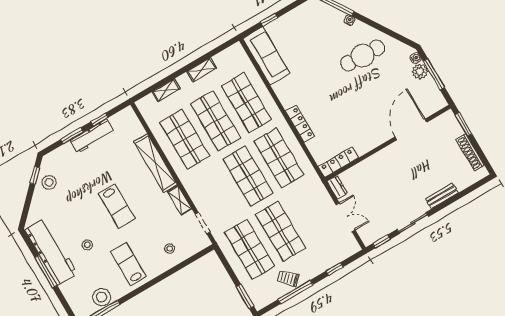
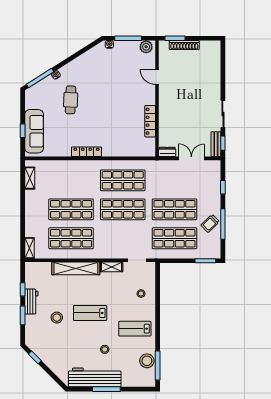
sofa: (266, 56) -> (34, 131), moved, turned 90
cafe table: (363, 56) -> (71, 100), moved, width x0.73, depth x0.74
shelving: (202, 70) -> (30, 178), moved
plant: (420, 71) -> (146, 47), moved
shelving: (166, 90) -> (30, 248), moved
shop shelf: (246, 103) -> (71, 180), removed
locker: (300, 124) -> (86, 152), moved
door: (411, 129) -> (157, 77), width x0.53
workbench: (92, 136) -> (31, 302), width x0.73
shoe rack: (470, 152) -> (184, 45), moved
locker: (338, 162) -> (150, 121), moved
stool: (49, 182) -> (57, 318), moved
bench: (442, 196) -> (216, 144), moved
lab bench: (117, 206) -> (90, 313), turned 180

